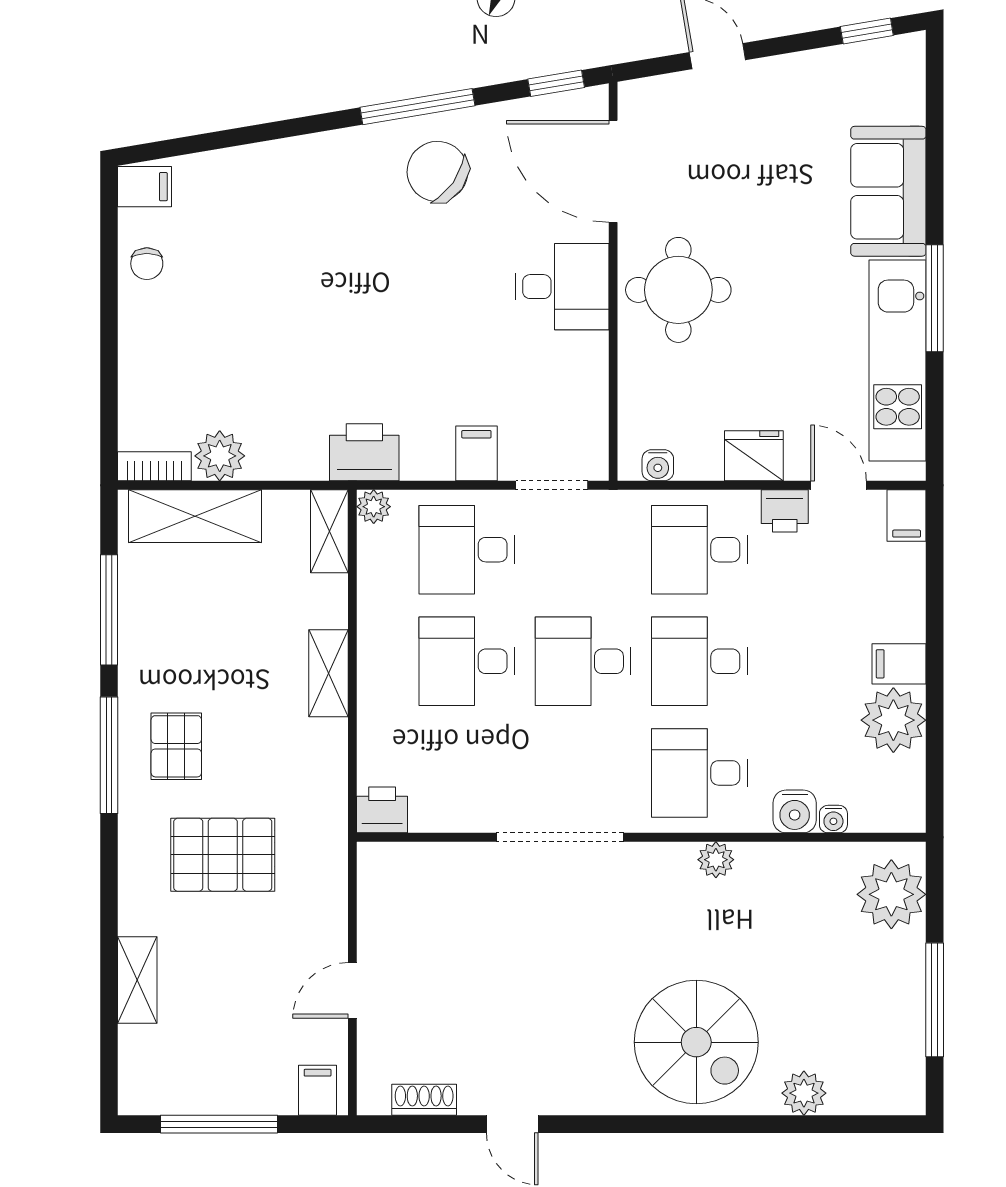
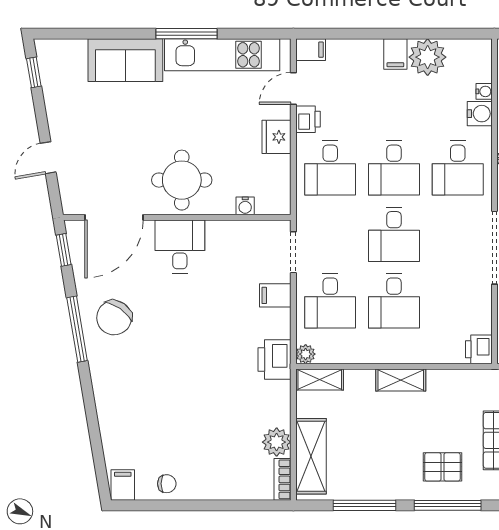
water cooler: (658, 465) -> (245, 206), moved, turned 90

